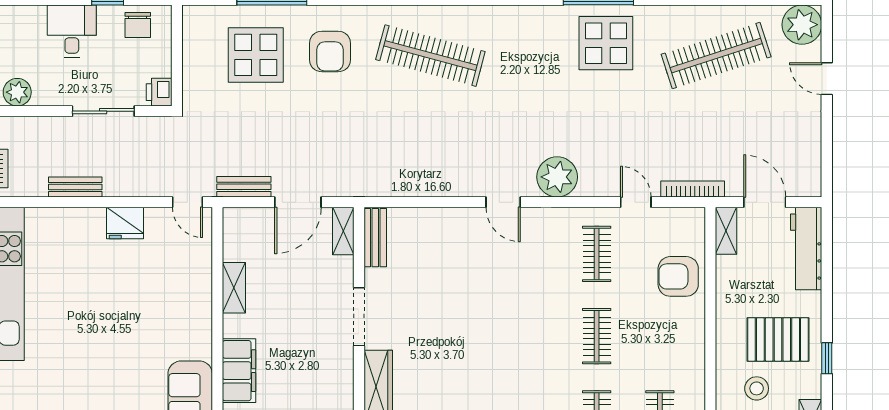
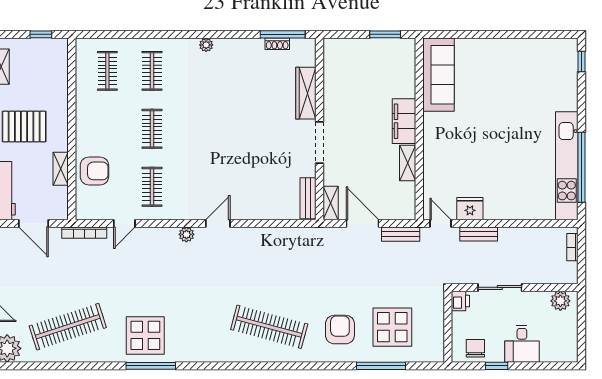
plant: (557, 177) -> (186, 234), width x0.53, depth x0.53
bench: (75, 187) -> (479, 234), moved
door: (298, 202) -> (363, 223), hinge flipped
door: (503, 202) -> (218, 223), hinge flipped
door: (636, 202) -> (124, 223), hinge flipped
fridge: (125, 223) -> (470, 209), moved
shelving: (726, 231) -> (61, 169), moved
filing cabinet: (239, 371) -> (404, 121), moved
stool: (757, 388) -> (39, 92), removed

